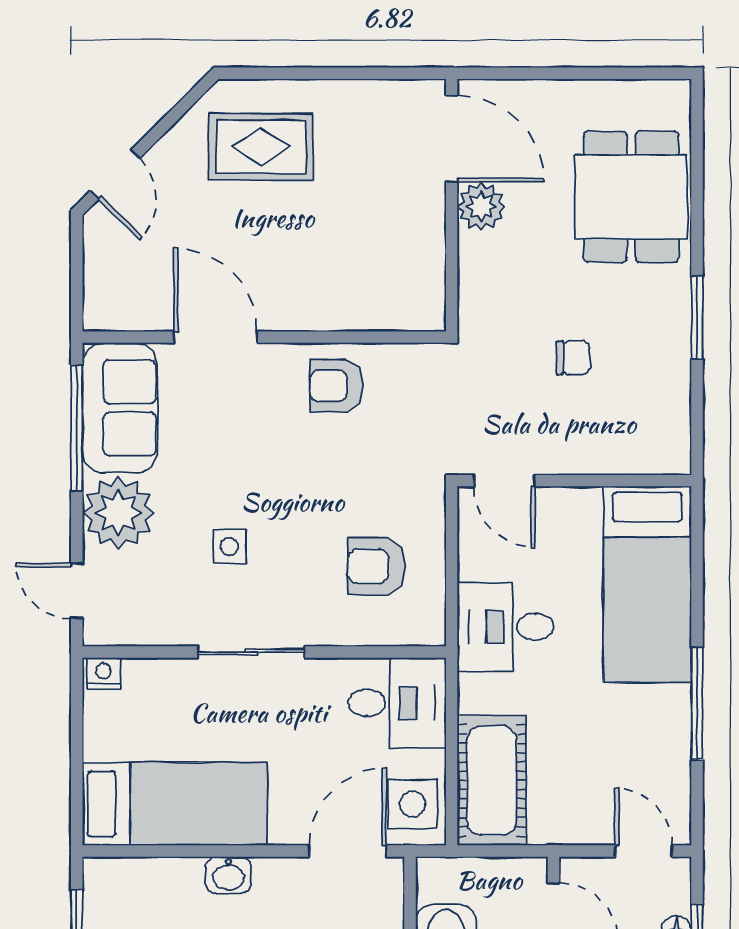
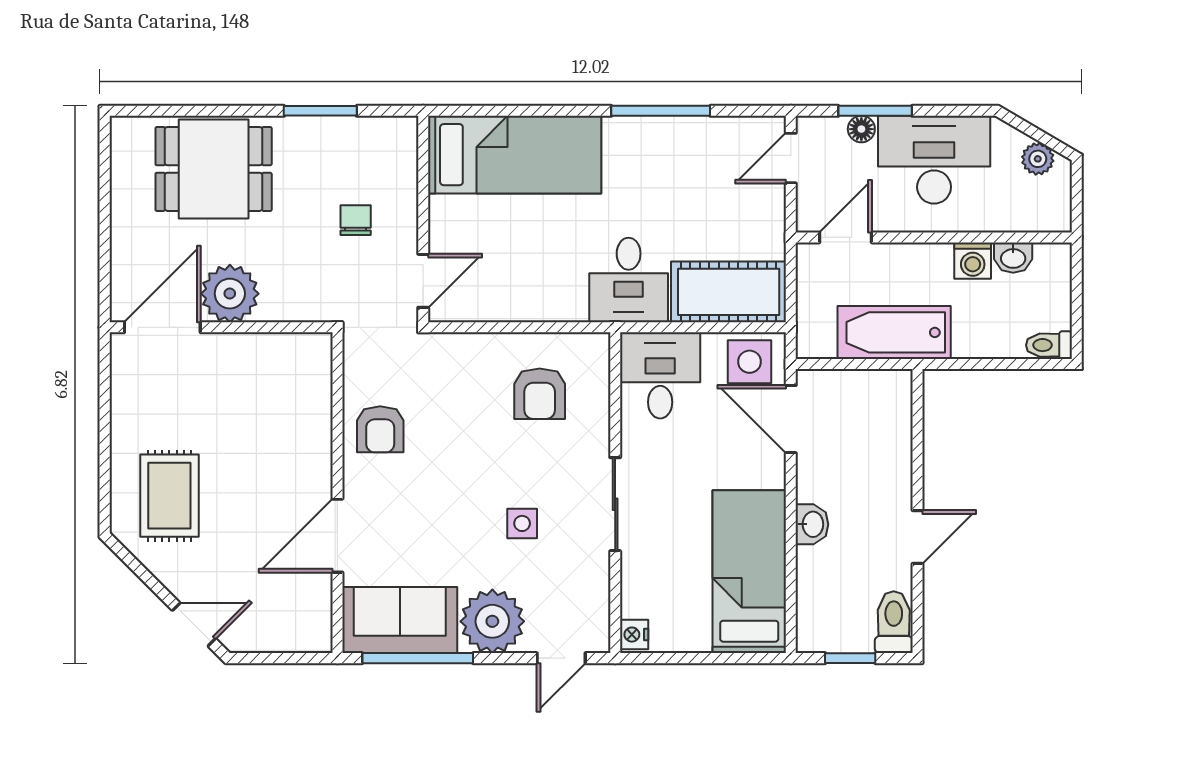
plant: (481, 206) -> (230, 294), width x1.36, depth x1.36
door: (504, 481) -> (423, 281), moved
wall: (574, 481) -> (423, 219), moved
bed: (647, 584) -> (515, 155), moved
desk: (505, 627) -> (629, 280), moved

